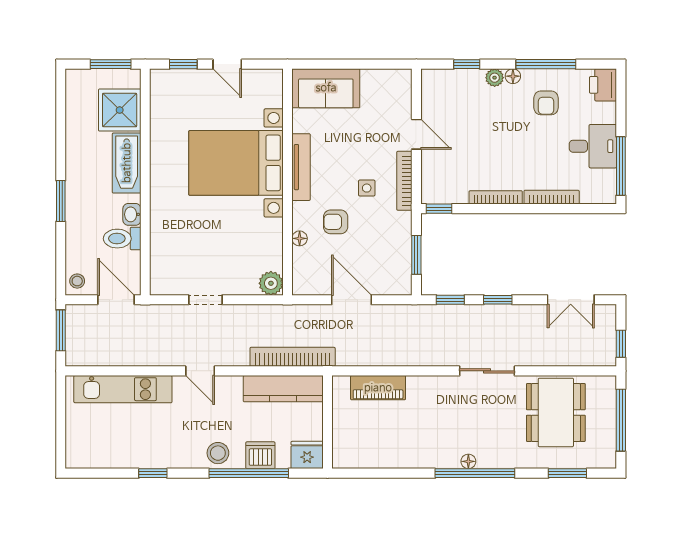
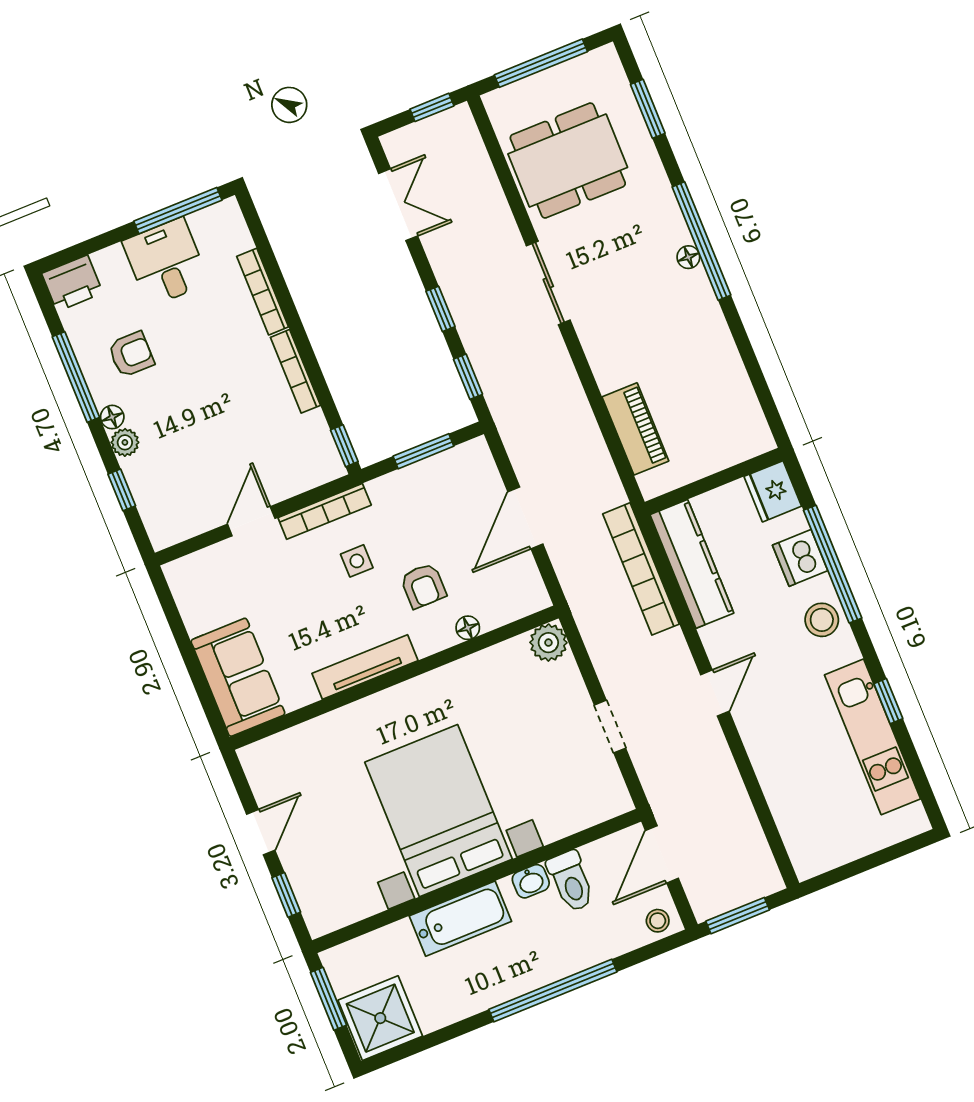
shower: (120, 110) -> (380, 1018), moved
bed with nightstands: (236, 163) -> (439, 811), moved, turned 180
window: (61, 201) -> (553, 991), width x2.11
kitchen unit: (123, 389) -> (872, 737), moved, turned 180

